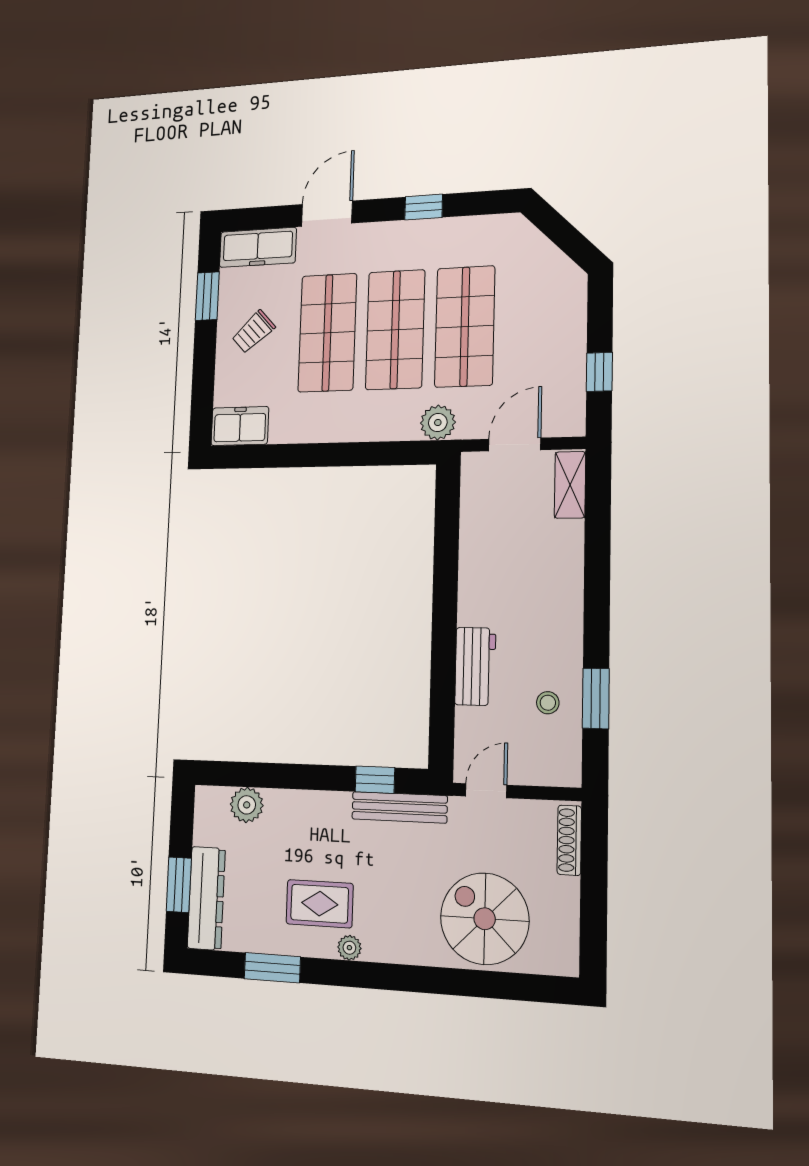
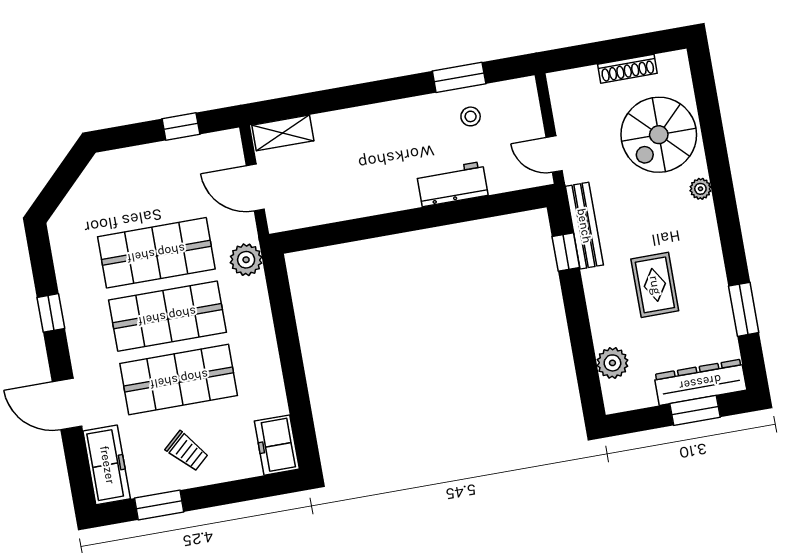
shoe rack: (569, 840) -> (627, 69), moved
rug: (320, 904) -> (655, 285), moved
plant: (349, 948) -> (700, 189), moved

